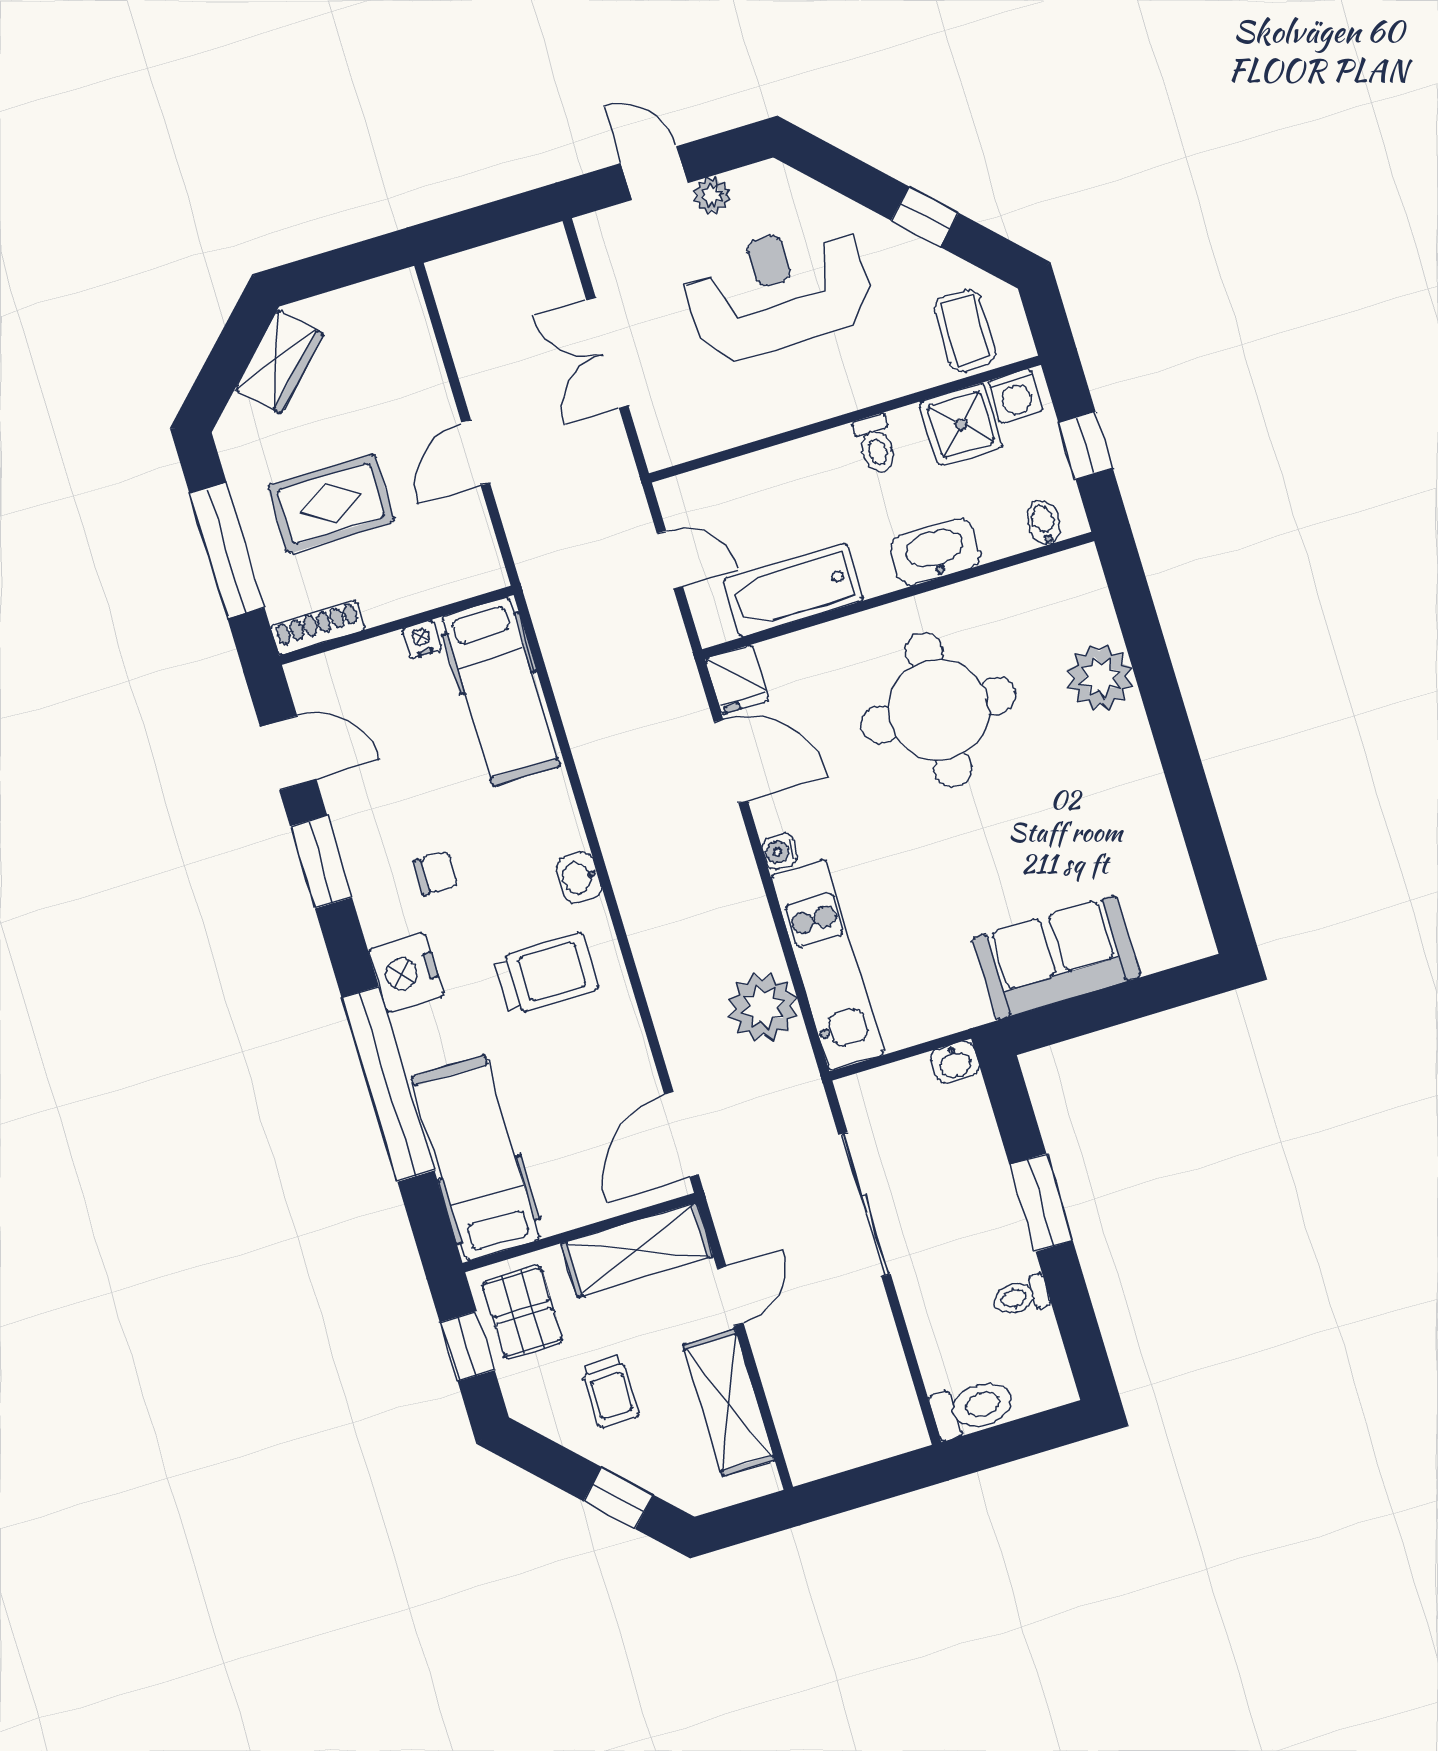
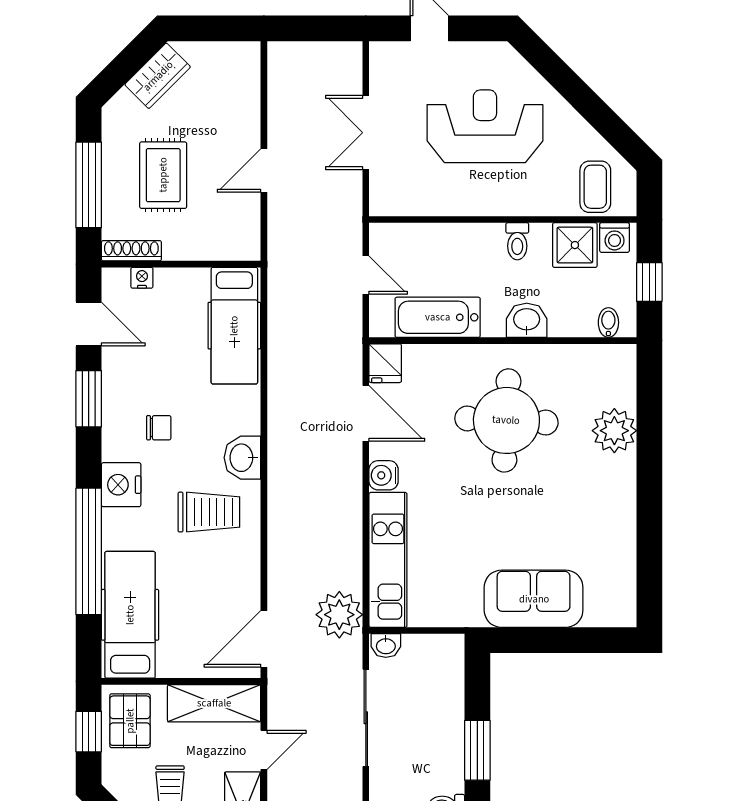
plant: (712, 195) -> (462, 53), removed
window: (925, 217) -> (592, 107), removed
rug: (331, 504) -> (163, 175), turned 90
washbasin: (935, 552) -> (527, 320), width x0.72
nightstand: (422, 639) -> (142, 278), moved
water cooler: (780, 851) -> (384, 475), width x1.38, depth x1.38
washbasin: (579, 878) -> (242, 458), width x1.38, depth x1.45
plant: (763, 1007) -> (339, 615), moved
washbasin: (955, 1062) -> (386, 646), moved

